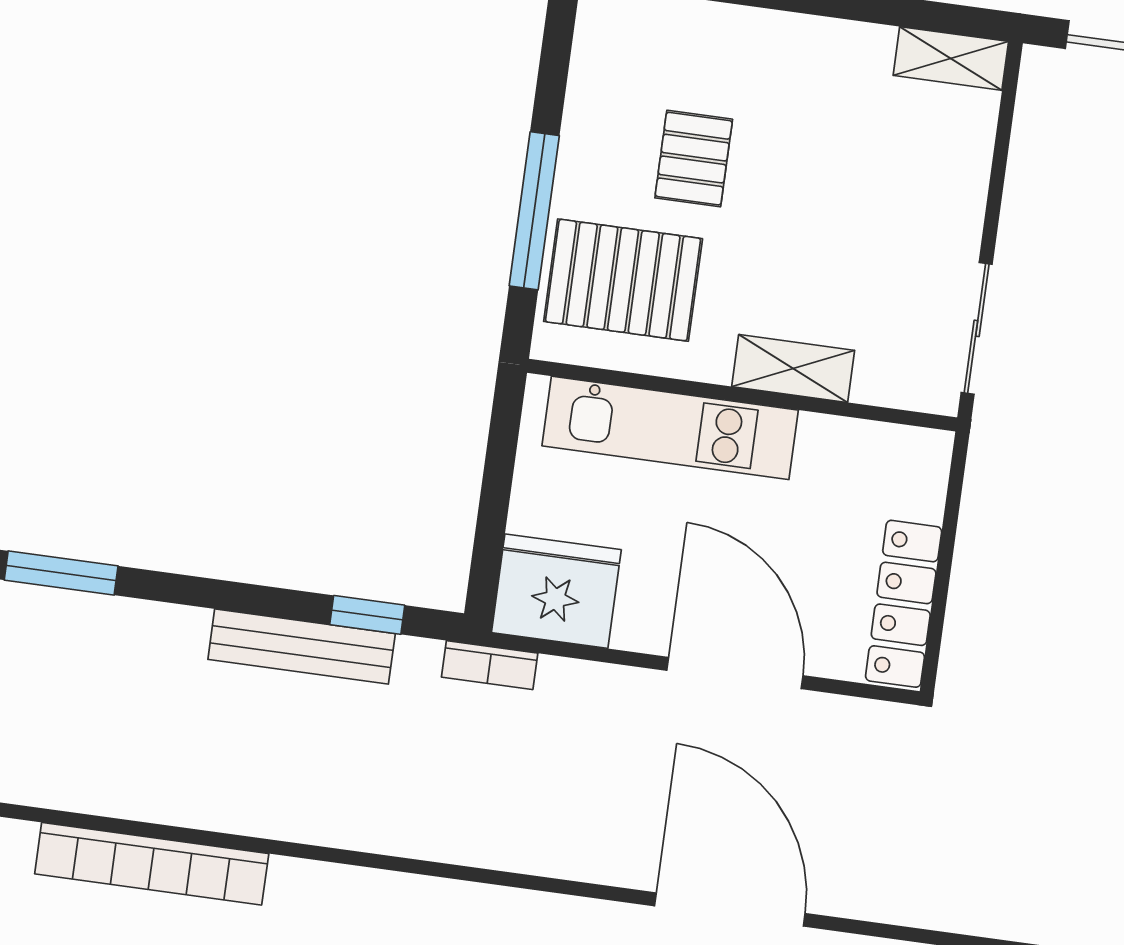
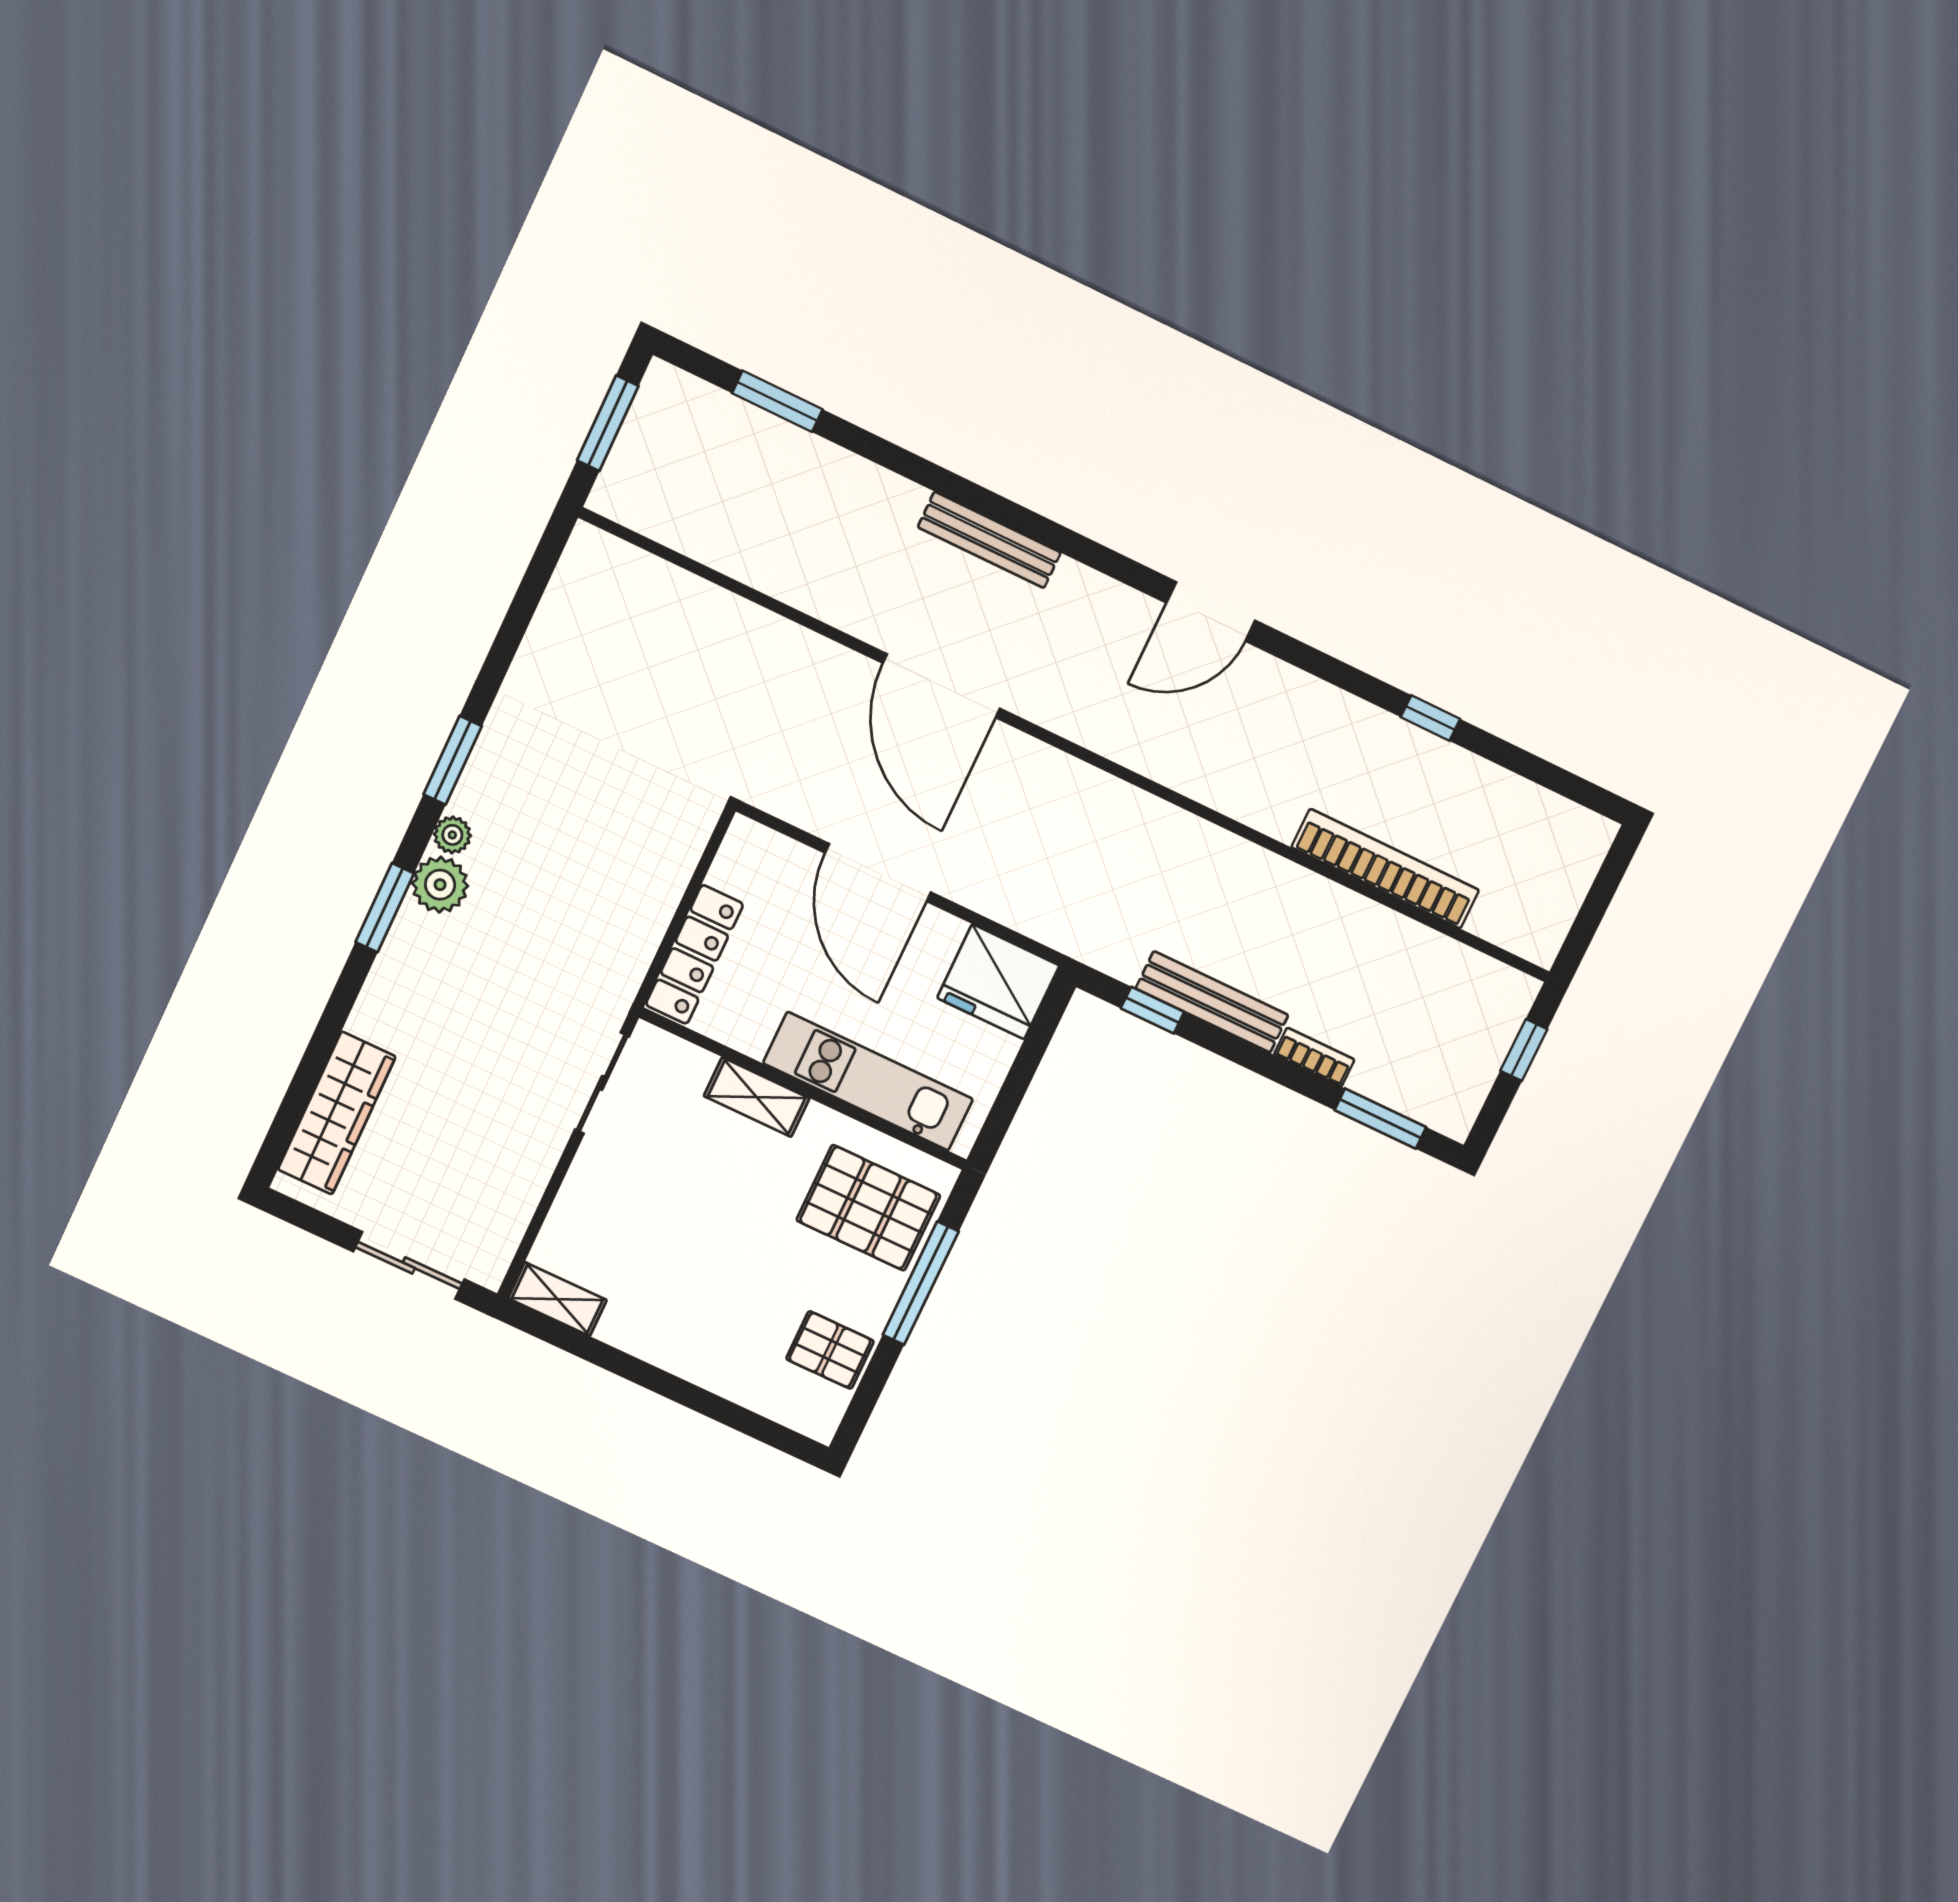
pallet: (694, 159) -> (830, 1350), moved, turned 90
locker: (904, 604) -> (694, 954), moved
bookcase: (490, 665) -> (1314, 1057), moved

